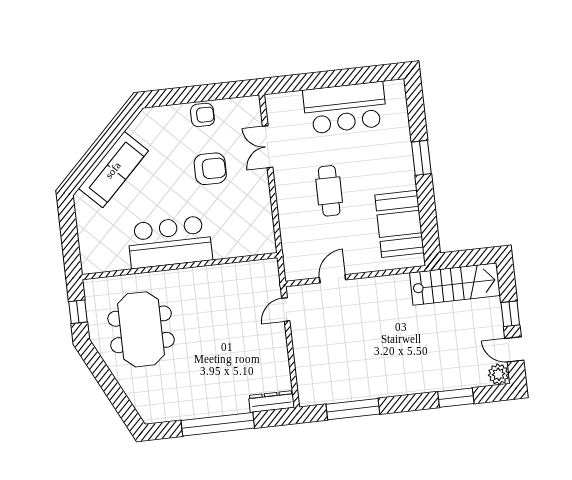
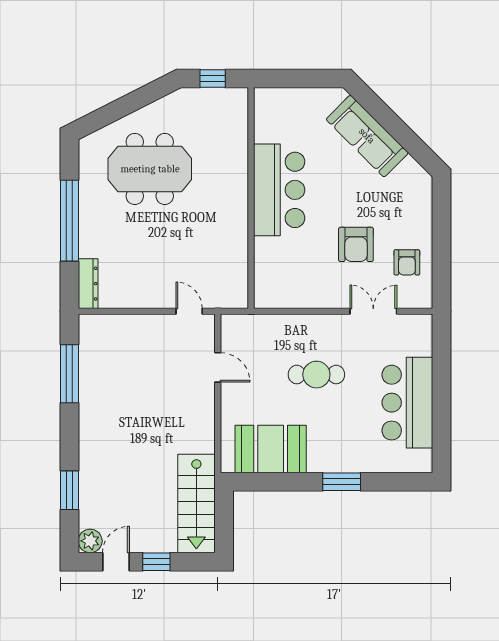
armchair: (202, 115) -> (407, 262), moved
meeting table: (141, 329) -> (150, 169), moved

